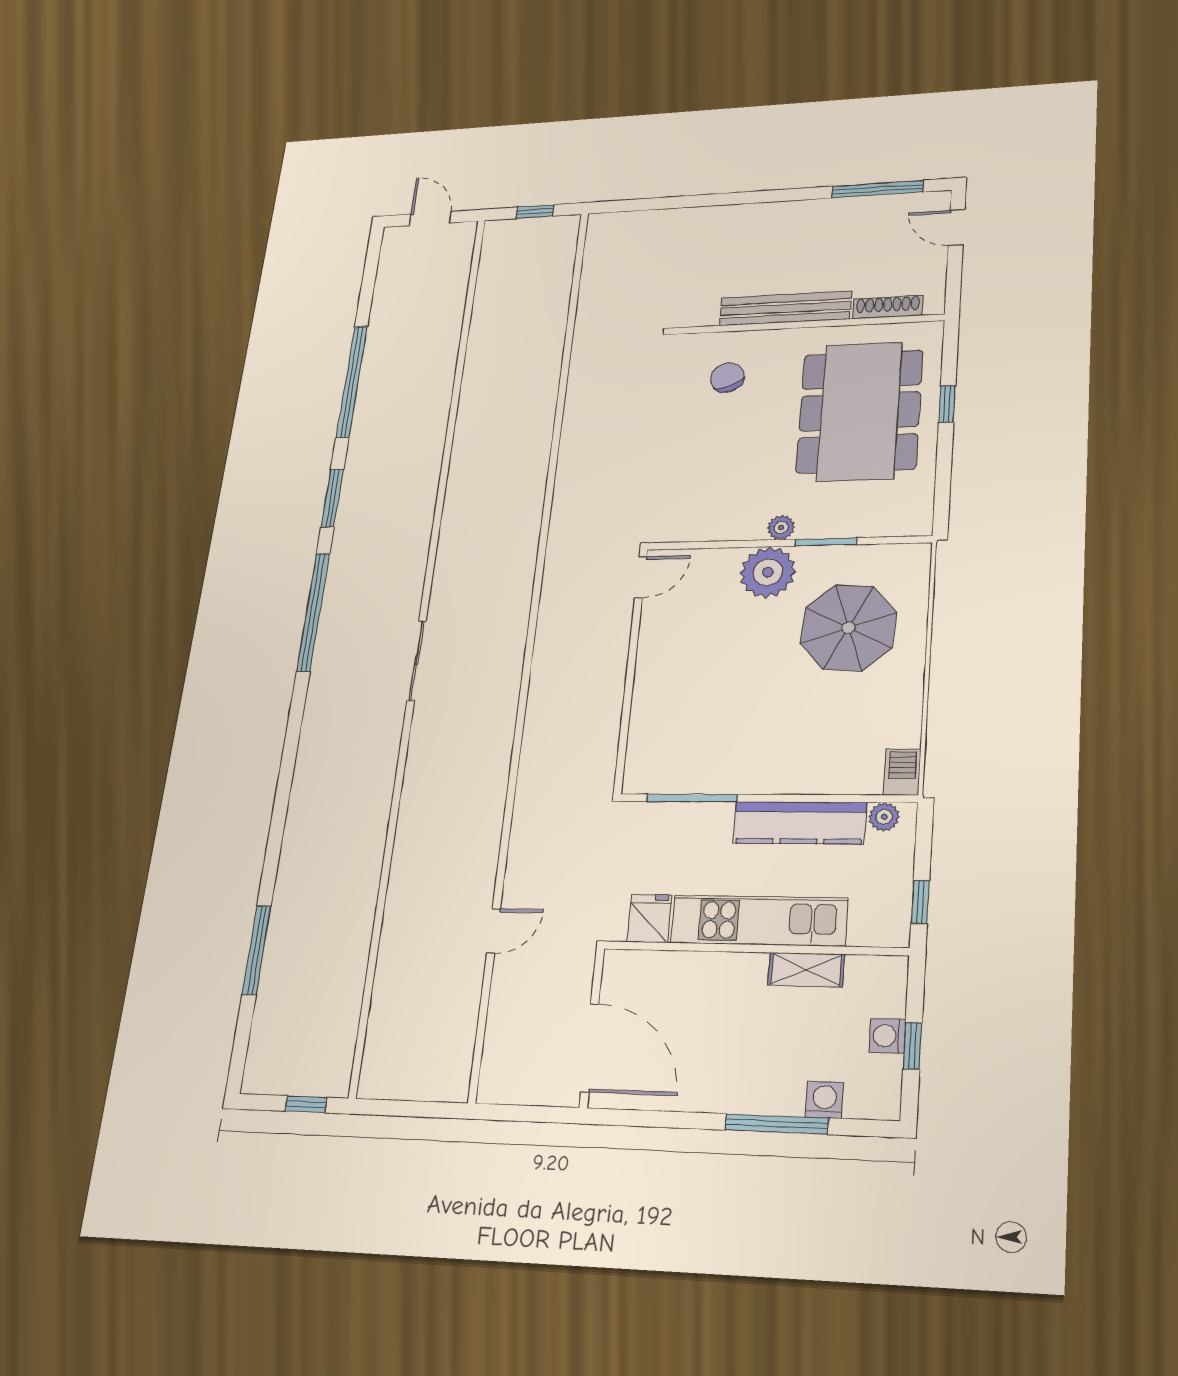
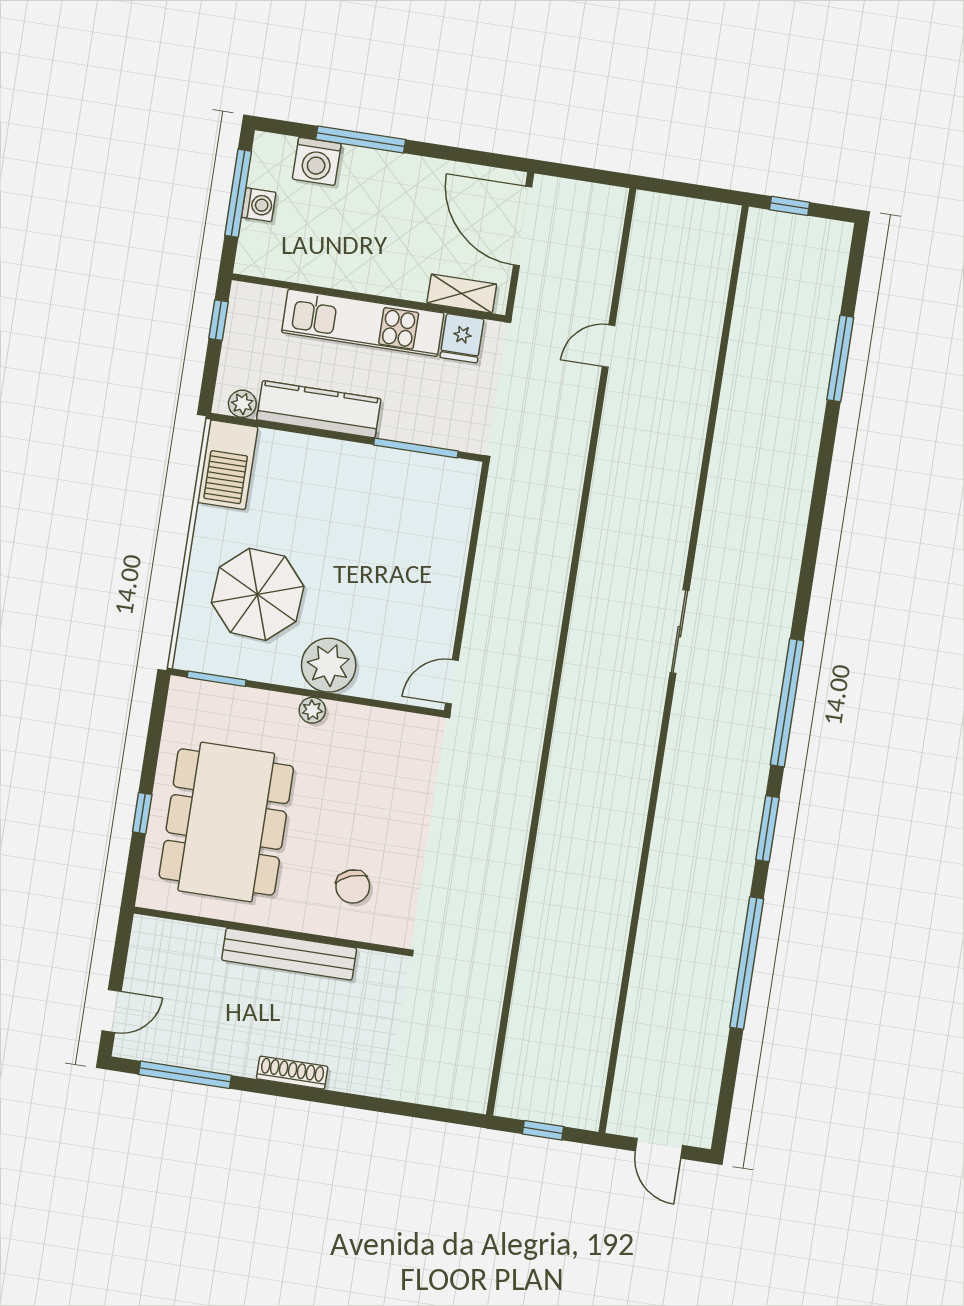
door: (957, 227) -> (112, 1011), hinge flipped
shoe rack: (888, 307) -> (292, 1073), moved, turned 180
window: (826, 542) -> (217, 679), moved
barbecue: (902, 772) -> (228, 465), width x1.88, depth x1.53
shelving: (806, 970) -> (462, 294), moved
window: (913, 1046) -> (238, 193), width x2.17
washing machine: (825, 1100) -> (317, 161), width x1.38, depth x1.38

